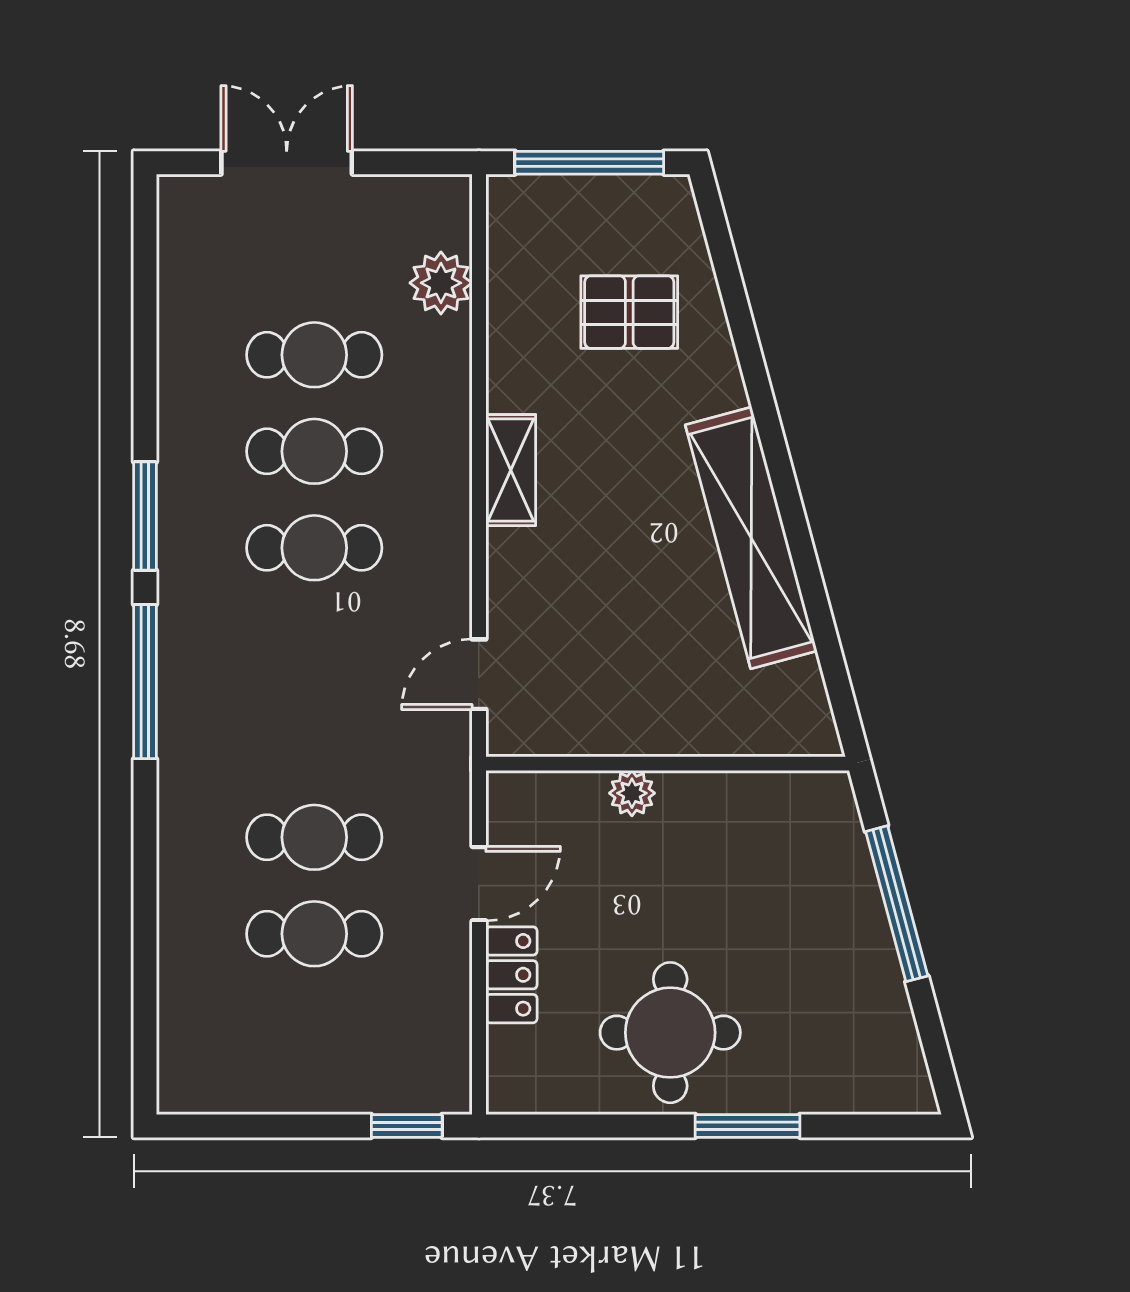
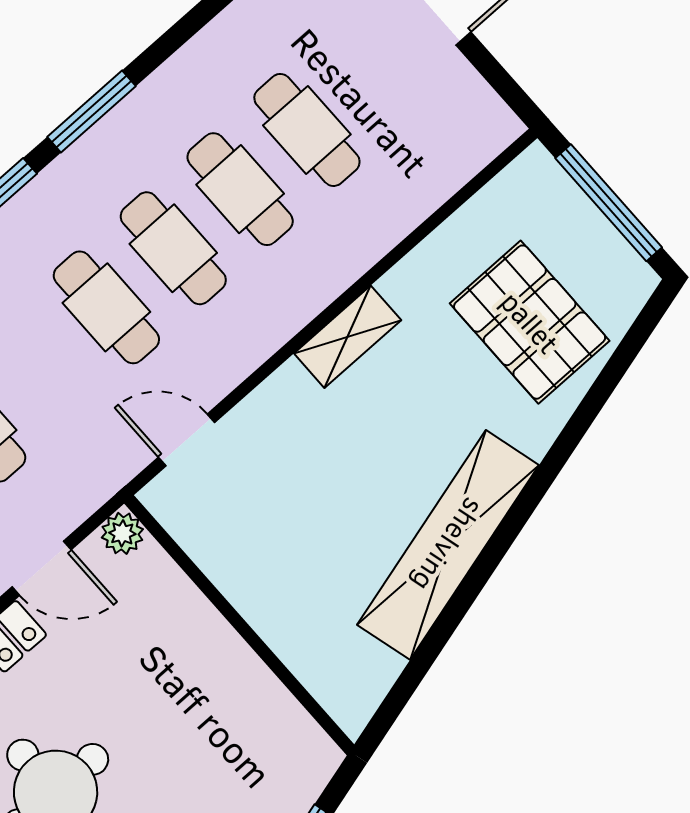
plant: (441, 283) -> (434, 174), removed
pallet: (629, 312) -> (530, 322), width x1.50, depth x1.42
cafe table: (314, 644) -> (106, 307), added
plant: (632, 793) -> (122, 533), moved

